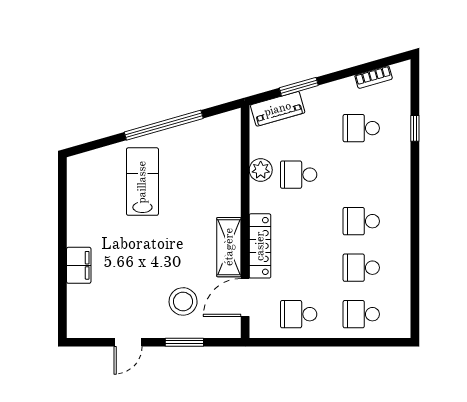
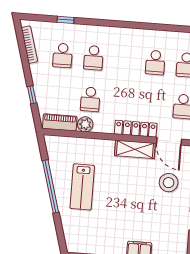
bookcase: (374, 77) -> (29, 45), width x1.56
window: (299, 87) -> (32, 95), width x0.67
piano: (278, 109) -> (60, 122), moved, turned -74
lab bench: (142, 182) -> (82, 187), moved, turned -90
school desk: (361, 221) -> (93, 58), moved

